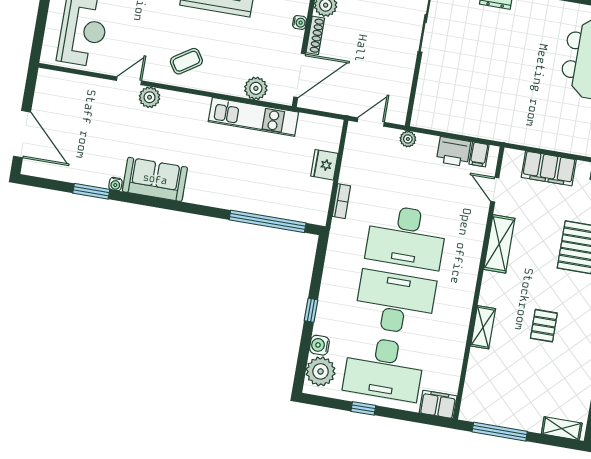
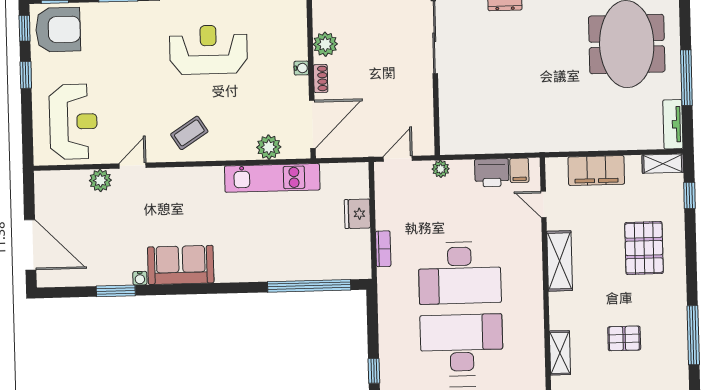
shoe rack: (315, 35) -> (321, 78), width x0.70
plant: (150, 97) -> (100, 180), moved
pallet: (544, 326) -> (624, 338), turned 90

